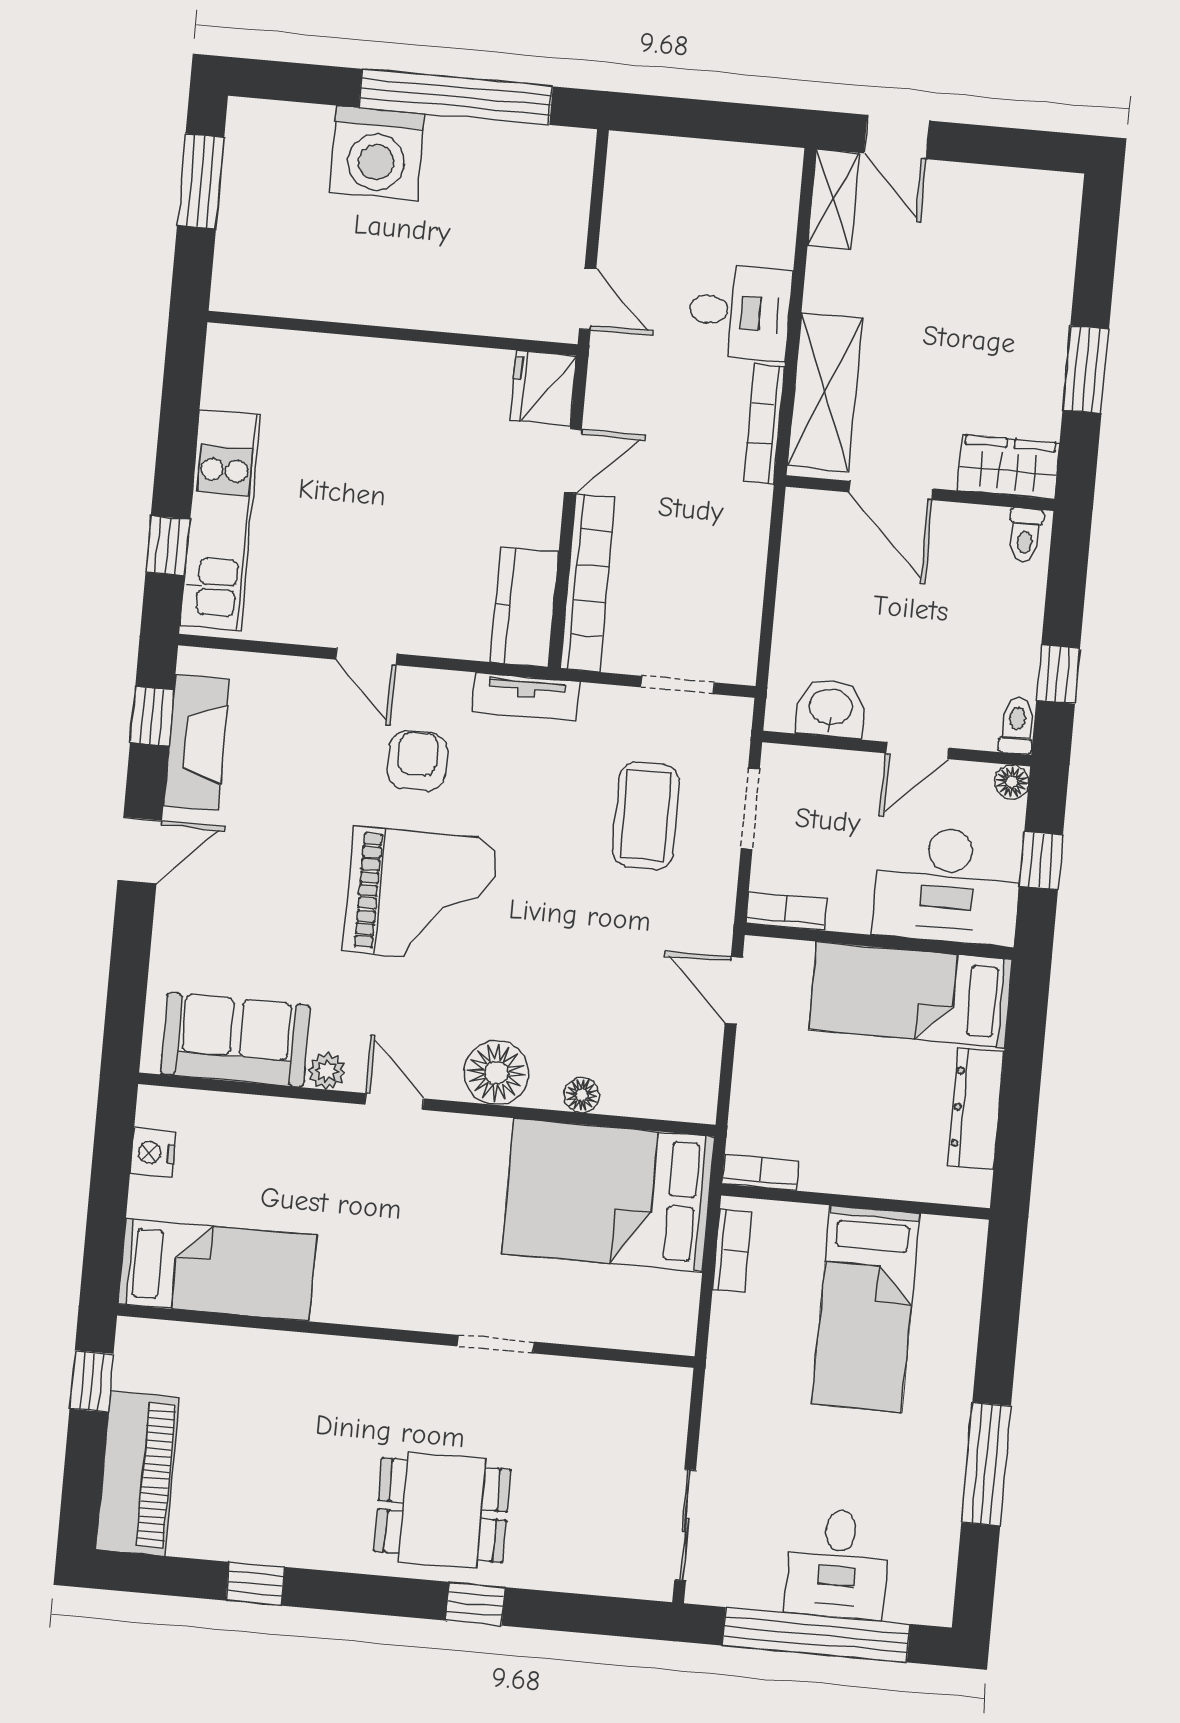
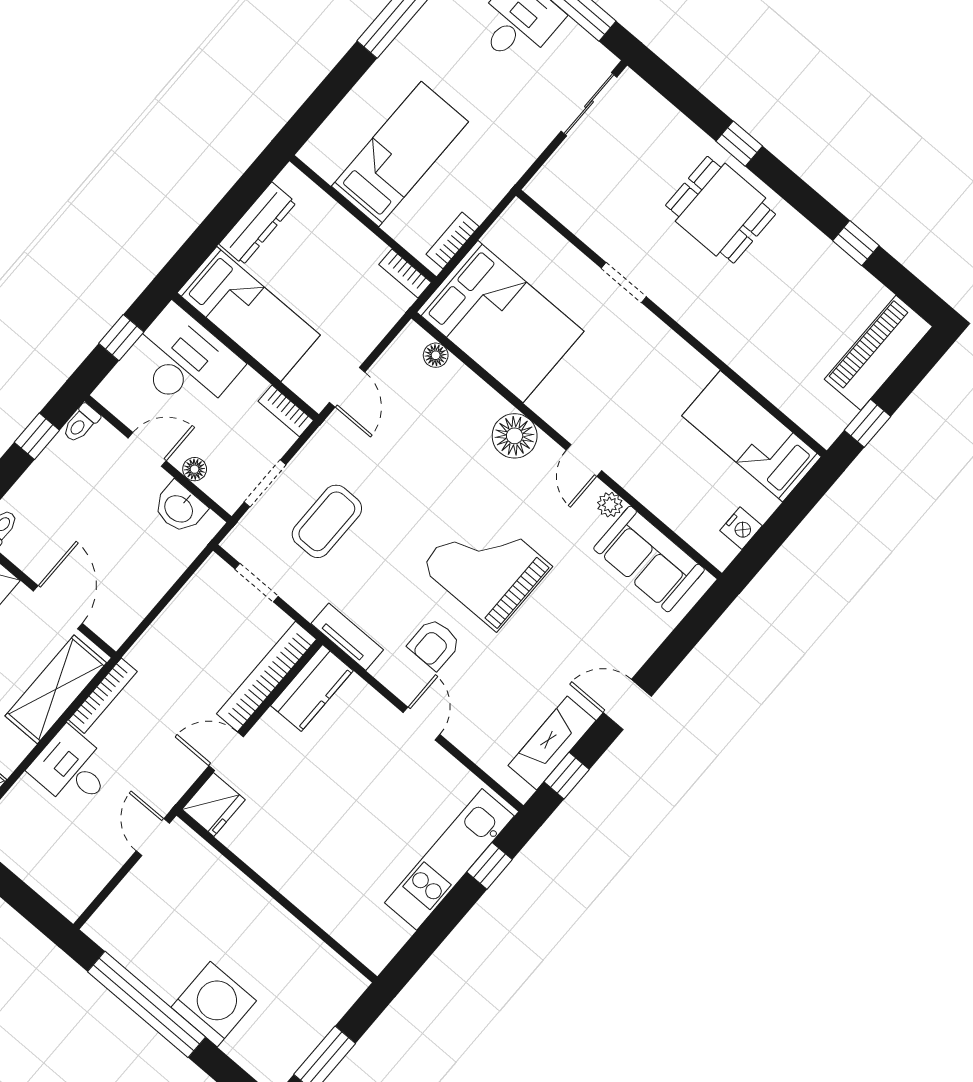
floor lamp: (1012, 782) -> (195, 469), moved
floor lamp: (582, 1095) -> (436, 355), moved

